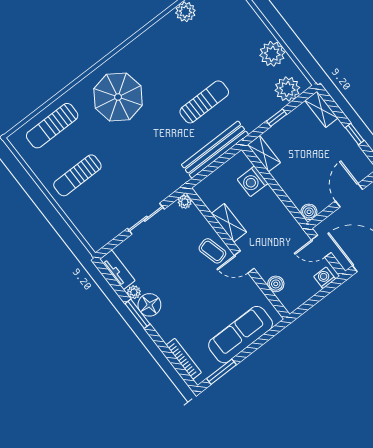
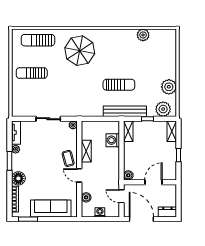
bench: (215, 150) -> (125, 111), moved
washing machine: (325, 278) -> (100, 212), moved
floor lamp: (149, 305) -> (18, 178), moved

